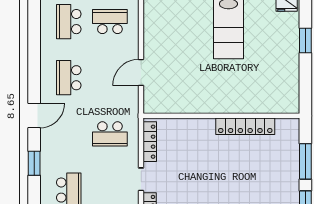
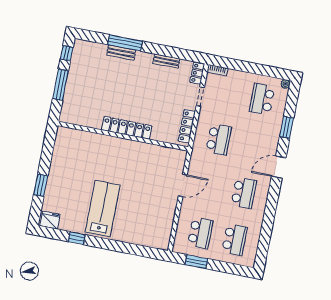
school desk: (110, 22) -> (200, 233), turned -90
locker: (245, 126) -> (127, 128), moved
school desk: (110, 134) -> (219, 139), turned 90

